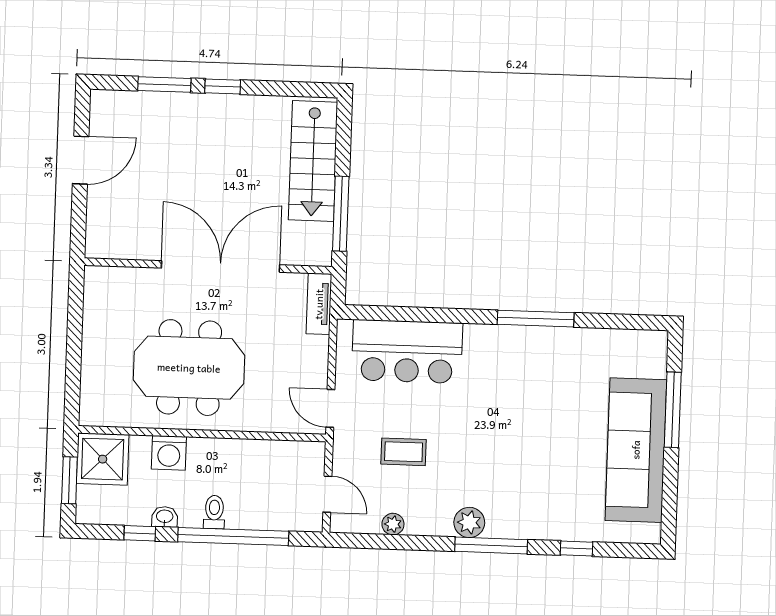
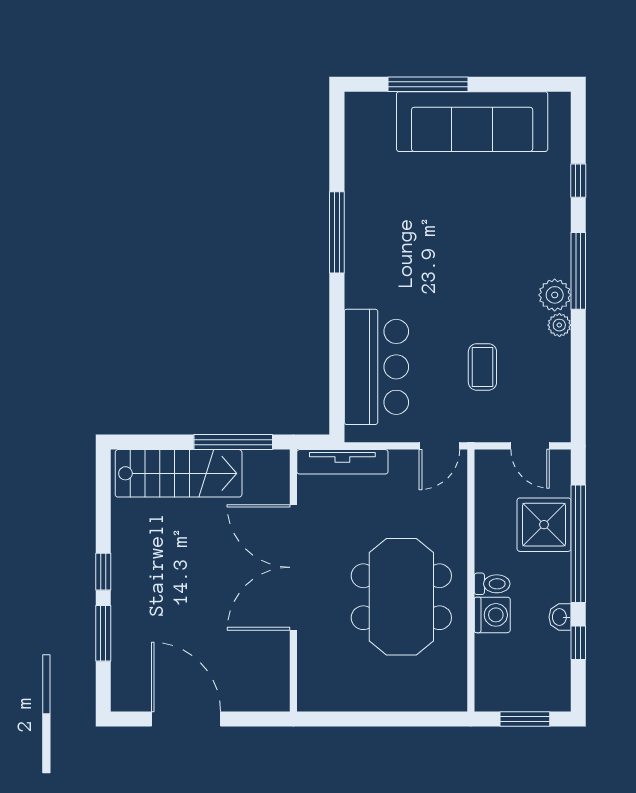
door: (81, 160) -> (186, 719), width x1.36
tv unit: (319, 304) -> (342, 462), width x1.41
shower: (103, 459) -> (544, 525), moved
door: (327, 494) -> (530, 446), swing flipped
toilet: (214, 512) -> (492, 584), moved, turned 180
plant: (393, 524) -> (559, 325), moved

